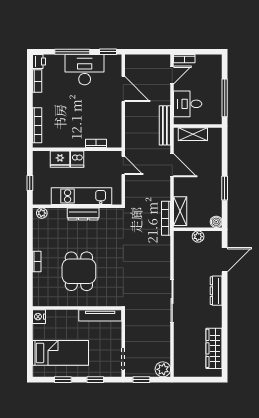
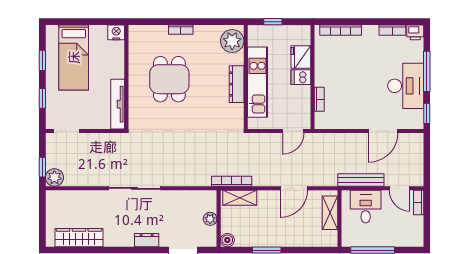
bench: (165, 125) -> (361, 180), moved
plant: (42, 213) -> (232, 41), width x1.87, depth x1.87
dining table: (79, 271) -> (169, 79), turned 90
dresser: (216, 291) -> (147, 240), width x0.70
window: (141, 380) -> (42, 167), moved

